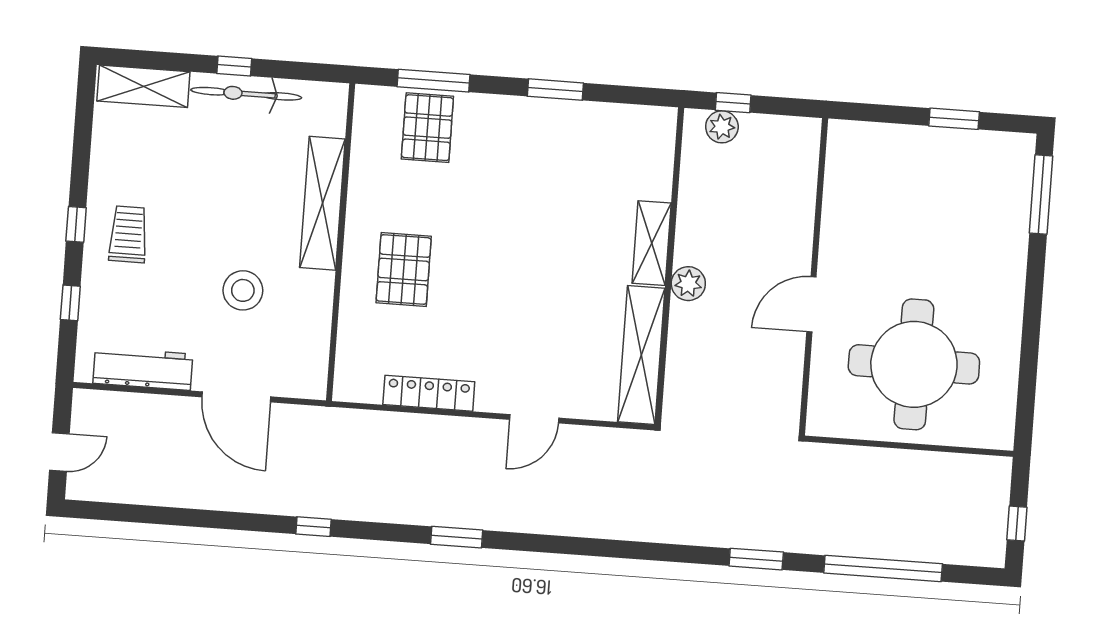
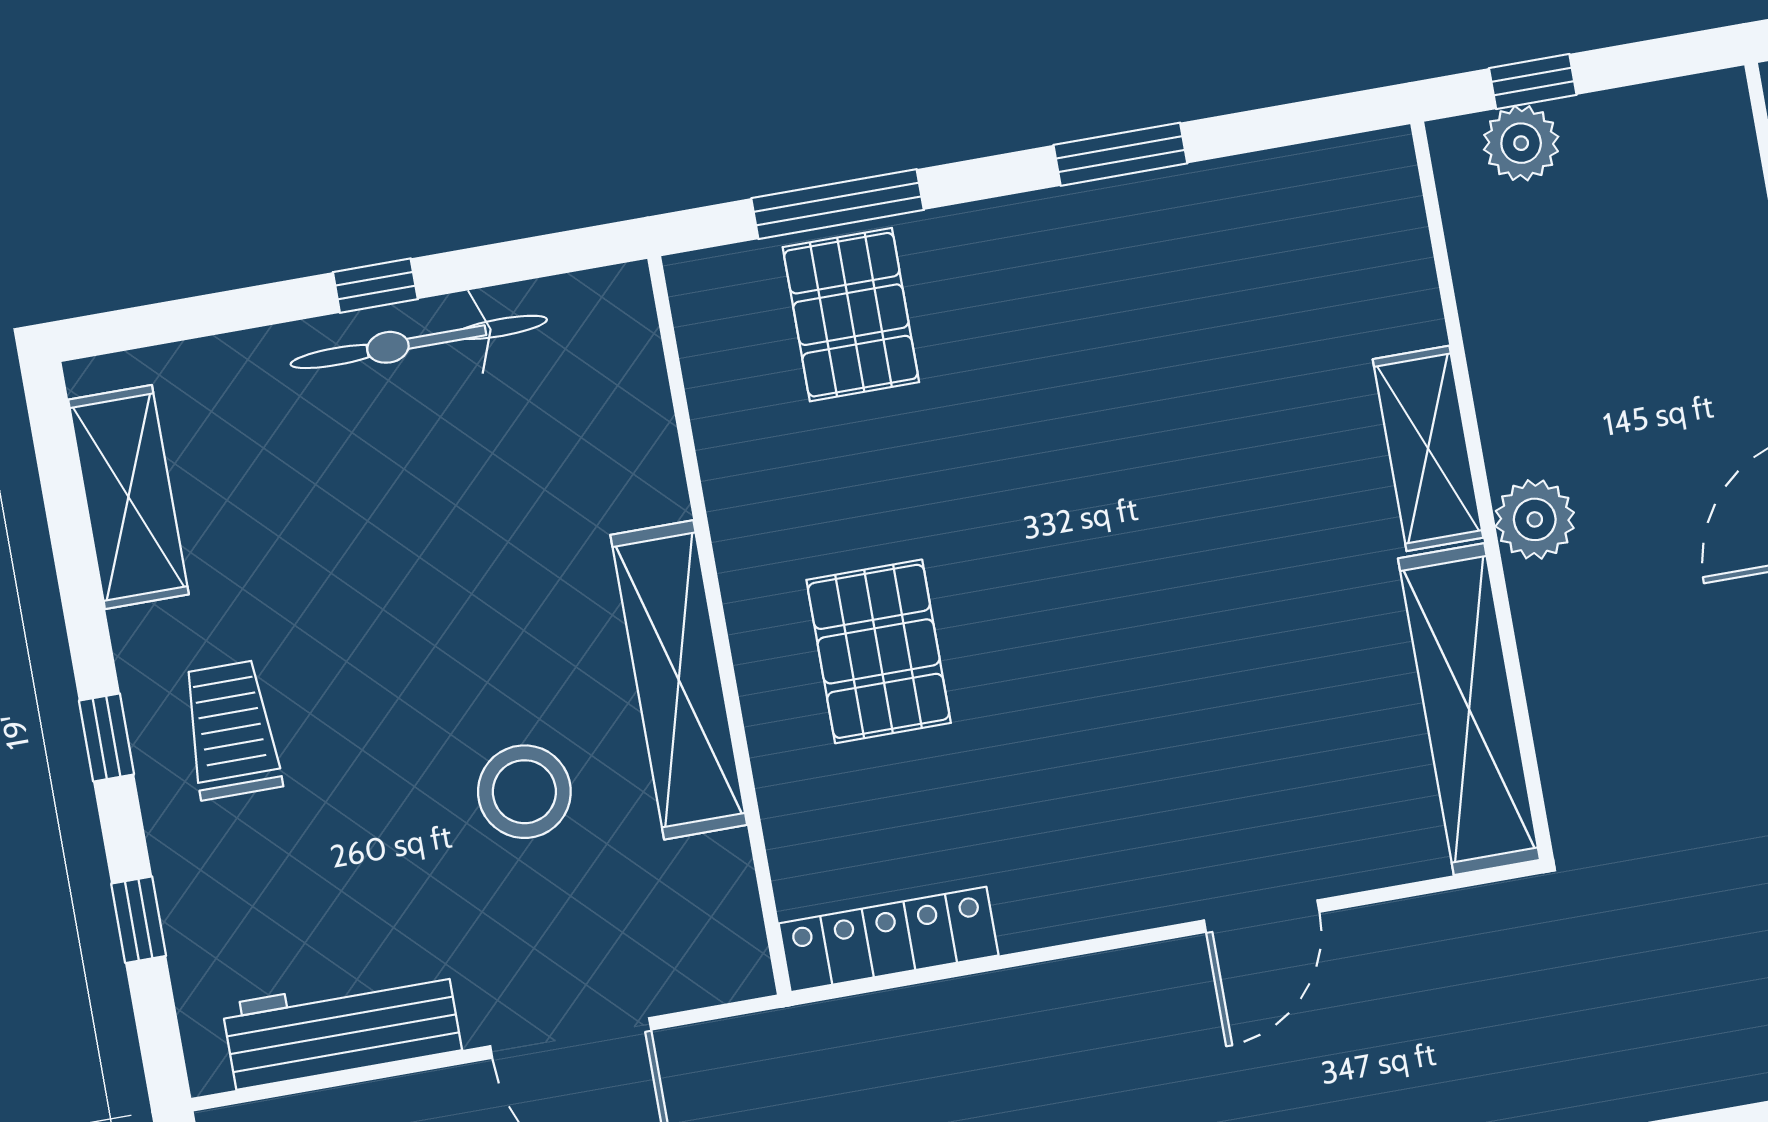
shelving: (143, 86) -> (128, 497), moved, turned 90
shelving: (322, 203) -> (679, 680), moved
locker: (429, 393) -> (889, 939), moved

